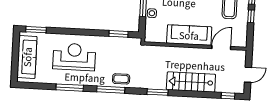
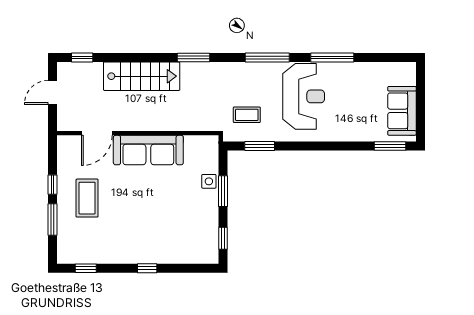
sofa: (27, 57) -> (402, 111), width x0.73
reception desk: (74, 57) -> (304, 96), moved, turned -90
coffee table: (121, 79) -> (247, 115), moved

